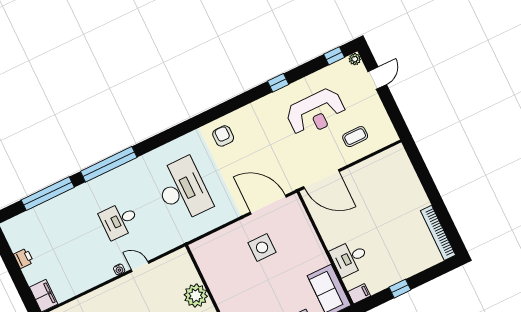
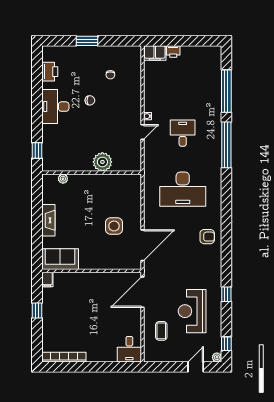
door: (377, 78) -> (196, 367), swing flipped
printer: (24, 258) -> (173, 52), moved
desk: (350, 258) -> (129, 349), moved, turned 180

